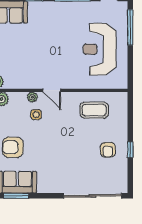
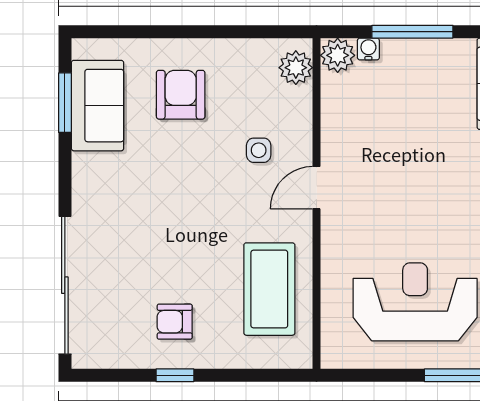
plant: (32, 97) -> (300, 141), removed
coffee table: (94, 110) -> (269, 289), width x1.36, depth x1.32

